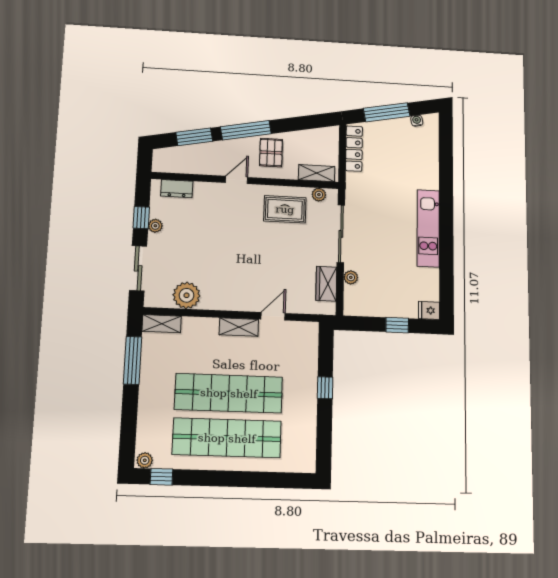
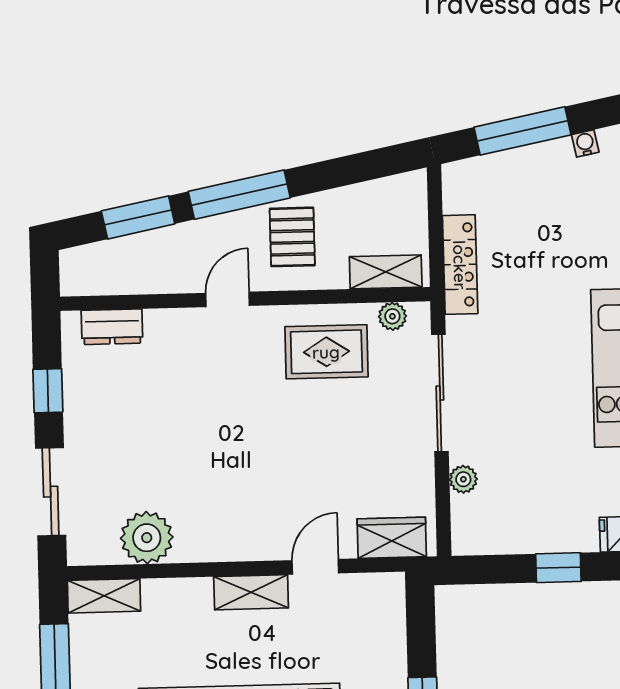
locker: (354, 149) -> (460, 265), moved
plant: (155, 226) -> (76, 405), removed
wardrobe: (326, 284) -> (392, 538), moved, turned 90

